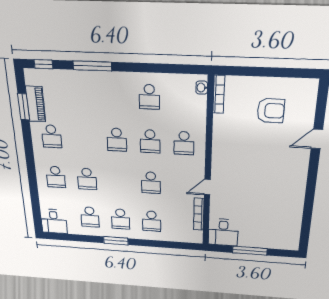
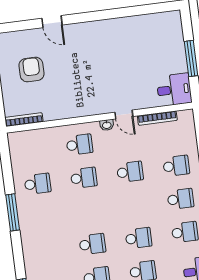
window: (92, 66) -> (13, 212), moved
washbasin: (202, 88) -> (107, 125), moved
school desk: (117, 140) -> (92, 244), moved

